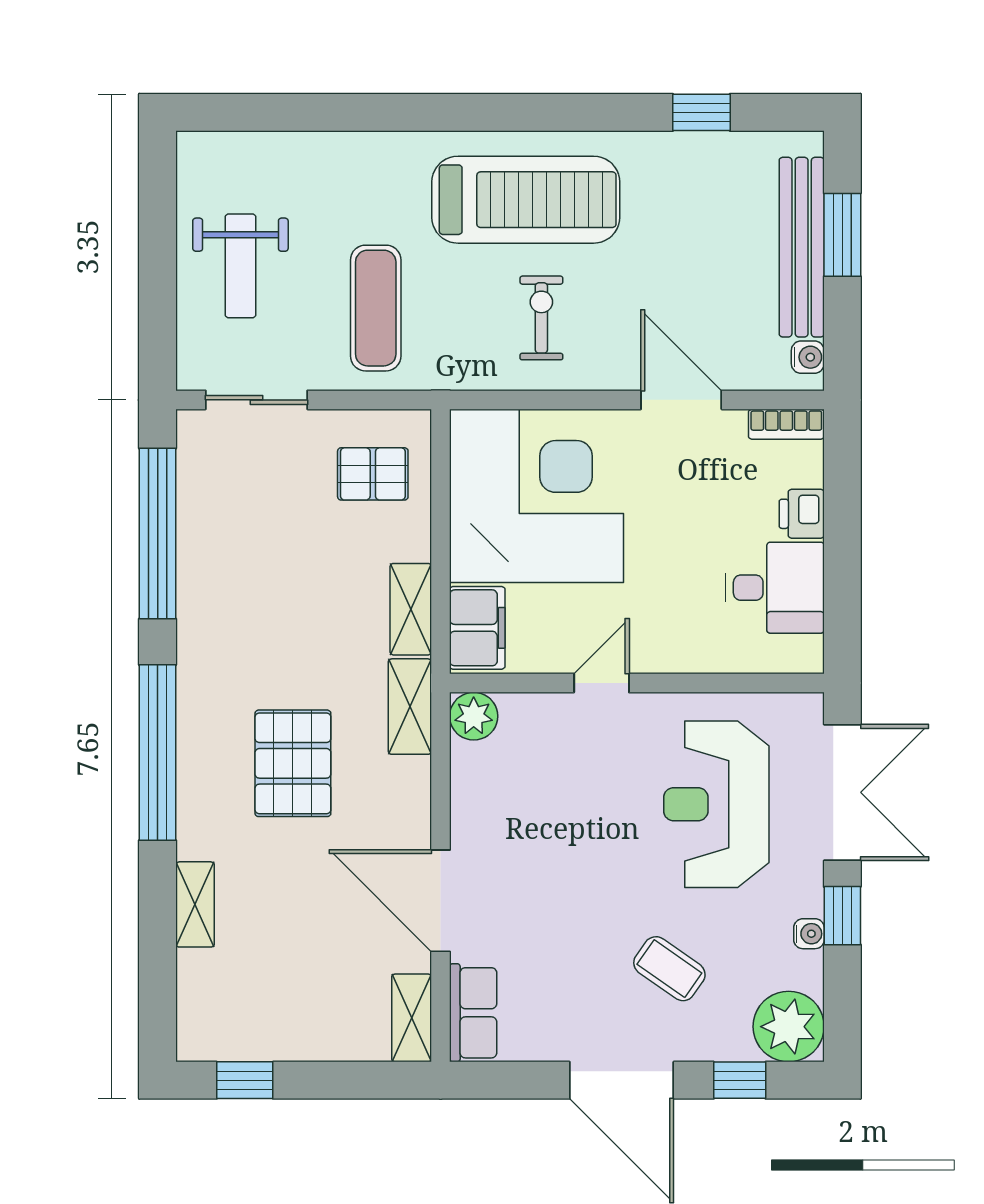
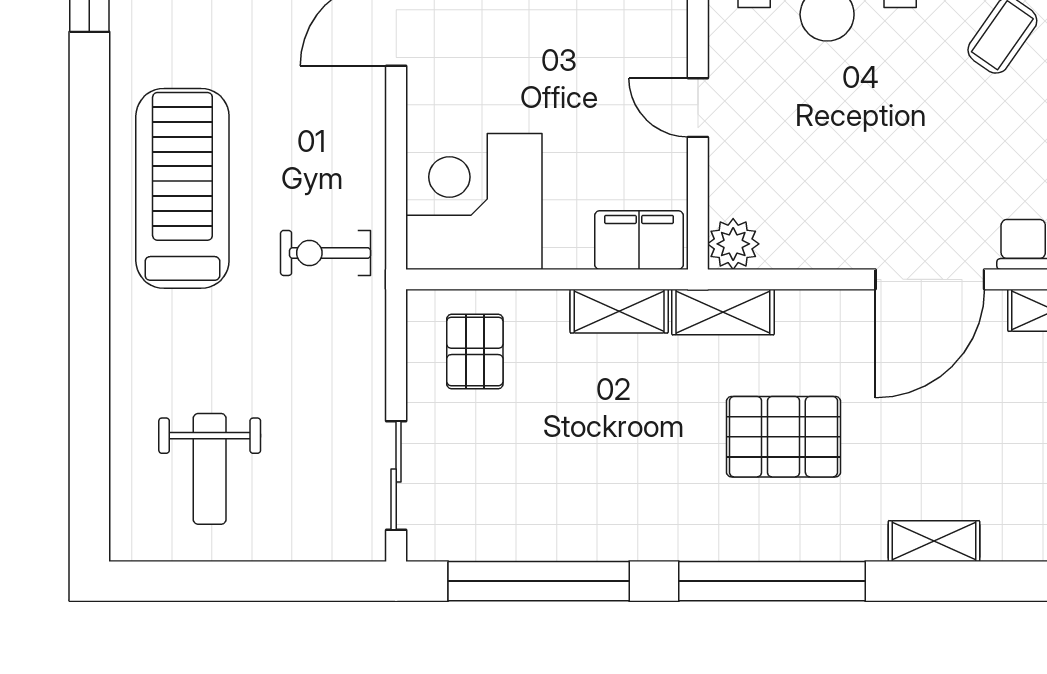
weight bench: (240, 266) -> (210, 469), moved, turned 90
exercise mat: (376, 308) -> (298, 348), removed
exercise bike: (541, 318) -> (326, 253), moved
corner desk: (536, 496) -> (474, 201), width x0.74, depth x0.74

